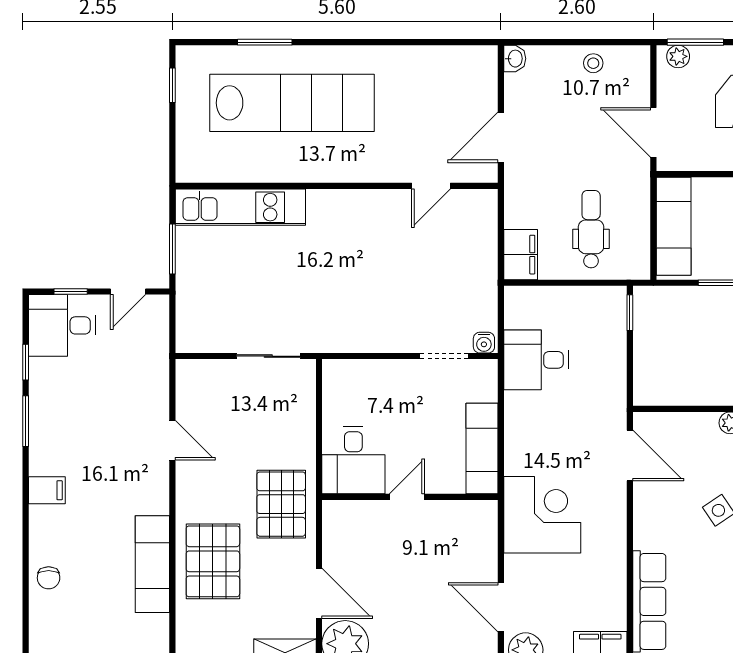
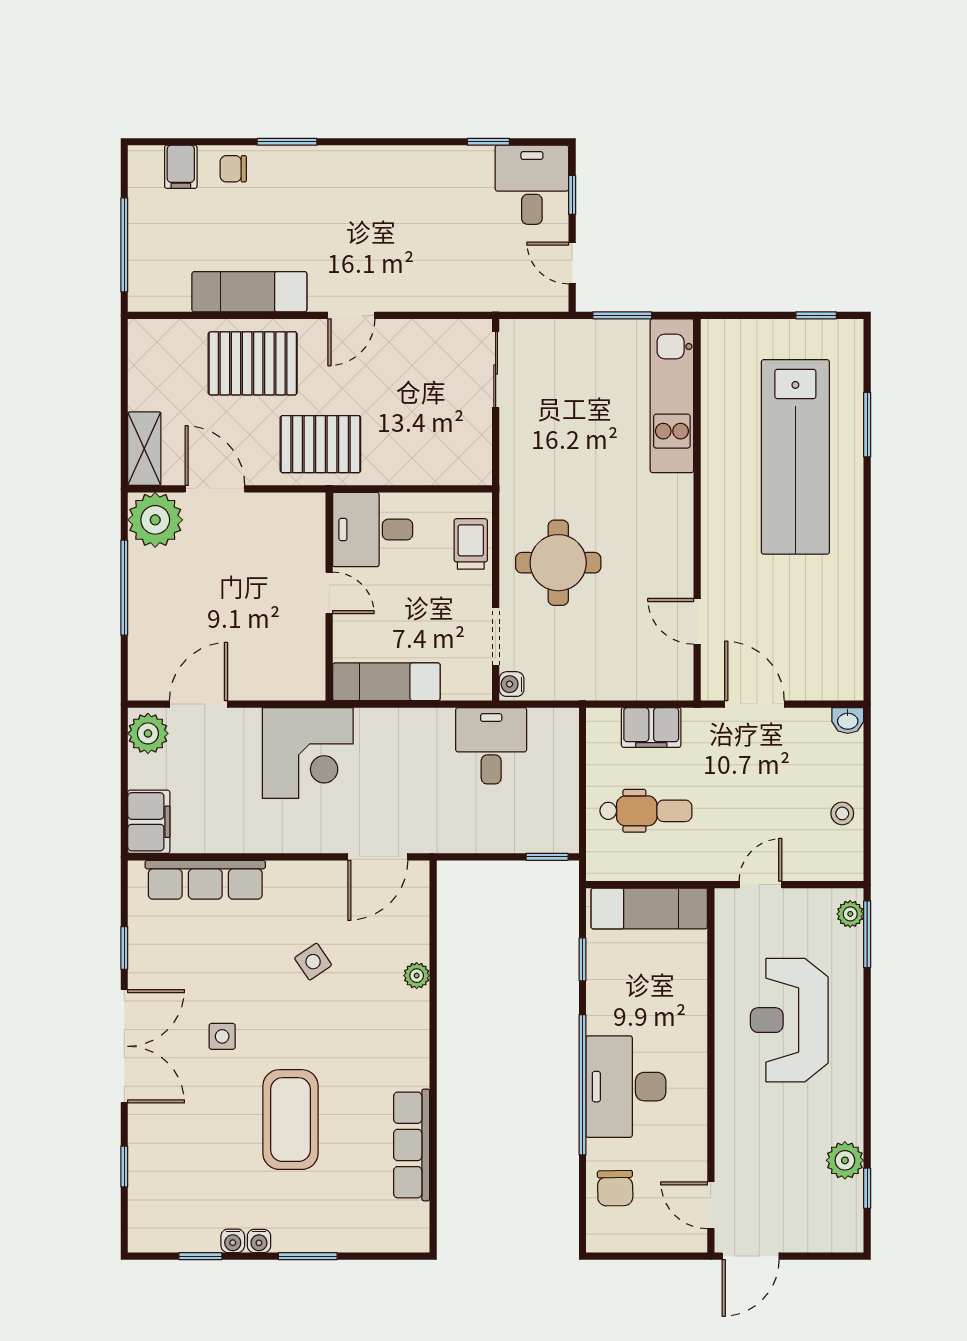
door: (653, 132) -> (760, 885), width x0.73
filing cabinet: (521, 255) -> (651, 727), moved
round table: (381, 303) -> (558, 563), added
sliding door: (268, 356) -> (496, 370), moved
trolley: (365, 377) -> (471, 544), added
window: (26, 421) -> (287, 142), moved
door: (172, 440) -> (351, 315), moved
filing cabinet: (47, 490) -> (181, 167), moved
door: (319, 593) -> (215, 489), swing flipped

